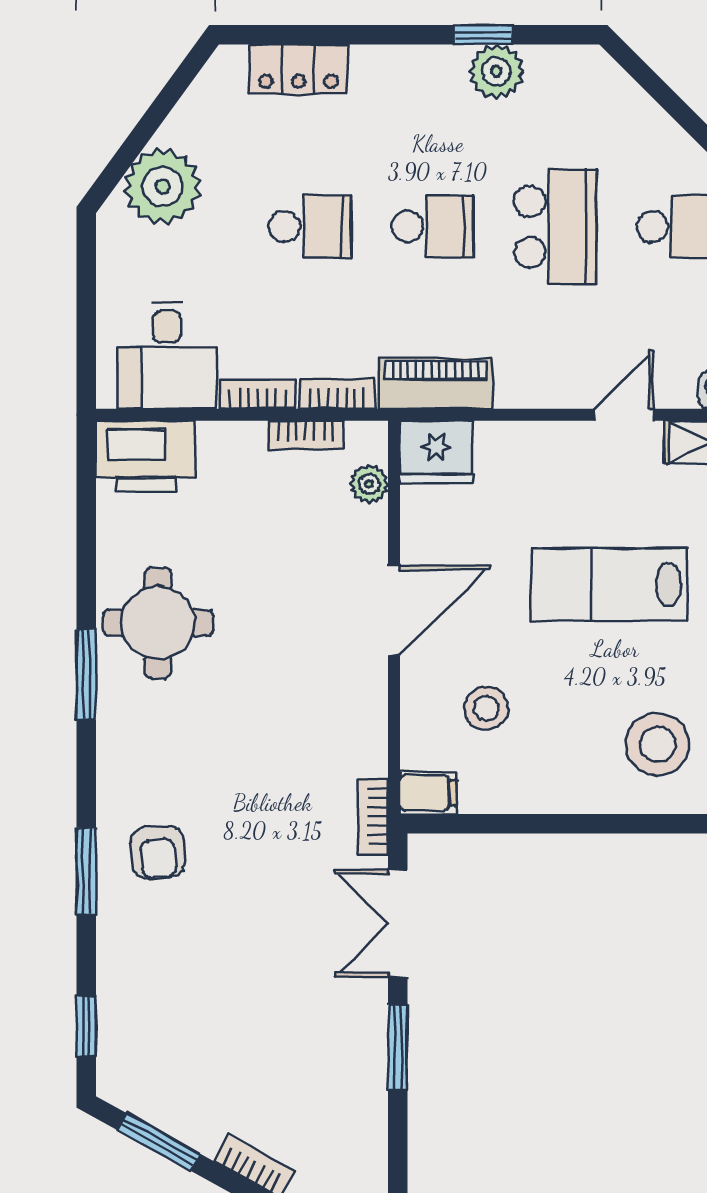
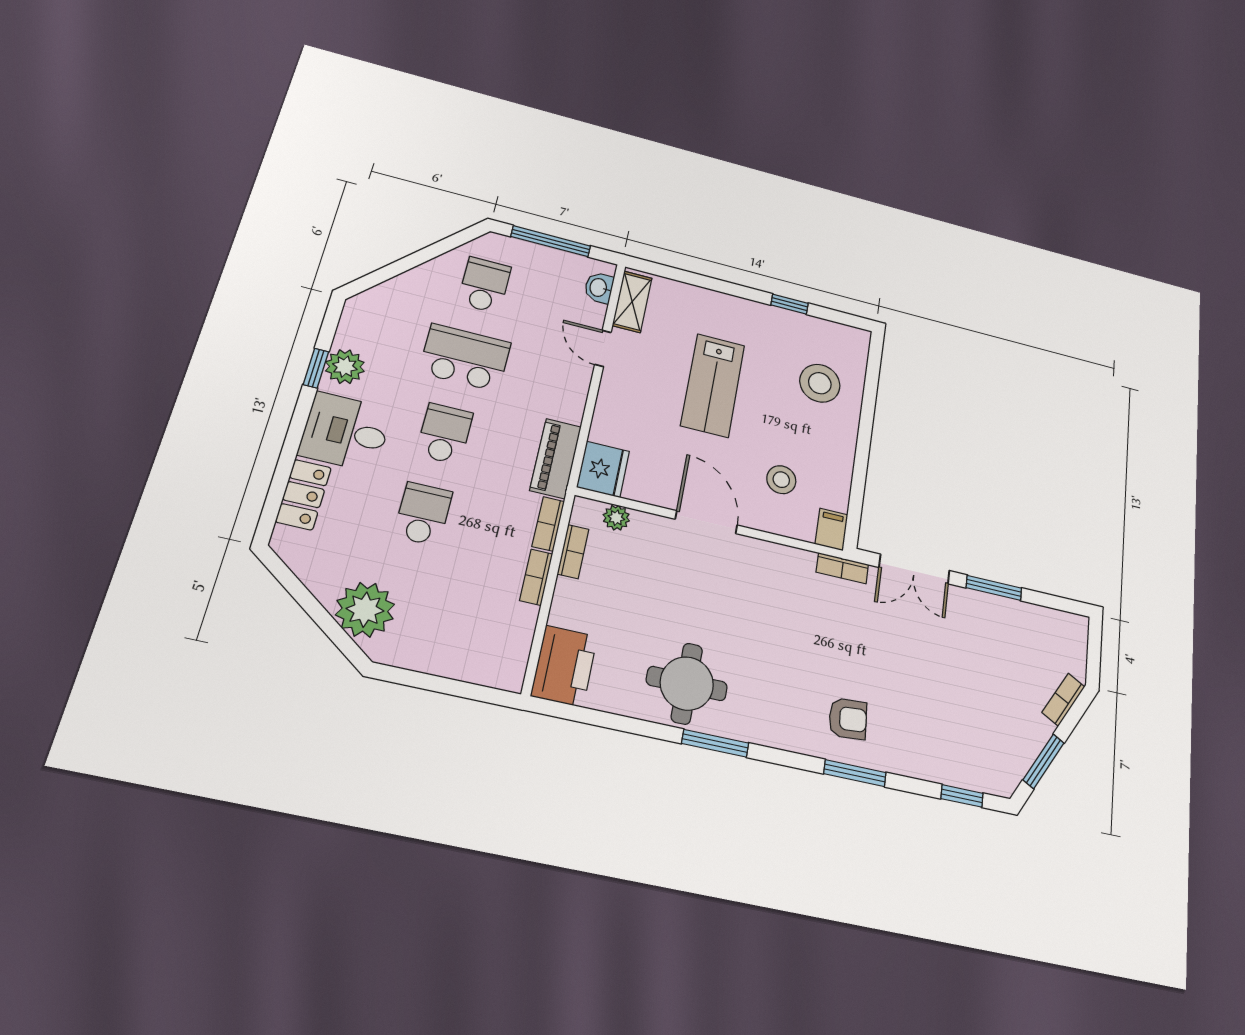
desk: (167, 356) -> (346, 432), moved, turned 180

